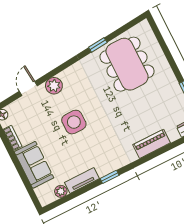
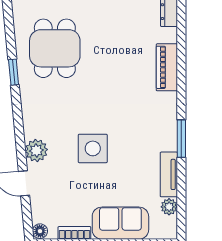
dining table: (127, 64) -> (55, 48), width x0.73
window: (110, 177) -> (181, 139), width x1.50

